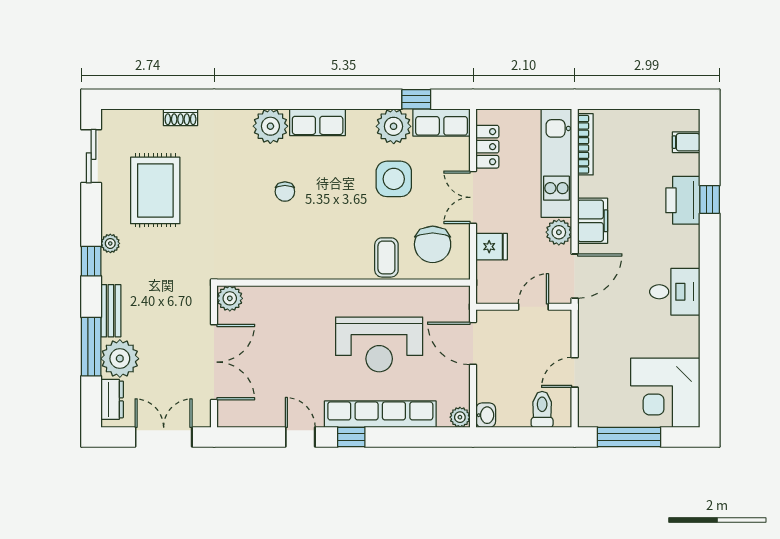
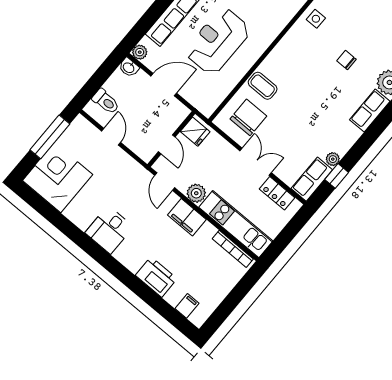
plant: (394, 126) -> (333, 159), width x0.53, depth x0.53
side table: (394, 179) -> (316, 19), moved, width x0.54, depth x0.54
window: (710, 199) -> (144, 292), removed
chair: (433, 244) -> (248, 117), turned 90
fridge: (492, 247) -> (195, 132), moved, turned -90
door: (575, 276) -> (165, 182), width x0.73
door: (473, 343) -> (164, 85), moved

